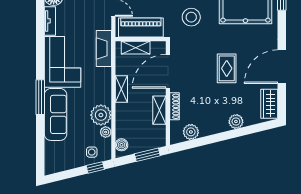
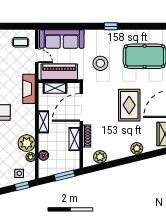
rug: (227, 68) -> (129, 105), width x1.36, depth x1.43
boiler: (122, 145) -> (43, 155), moved

